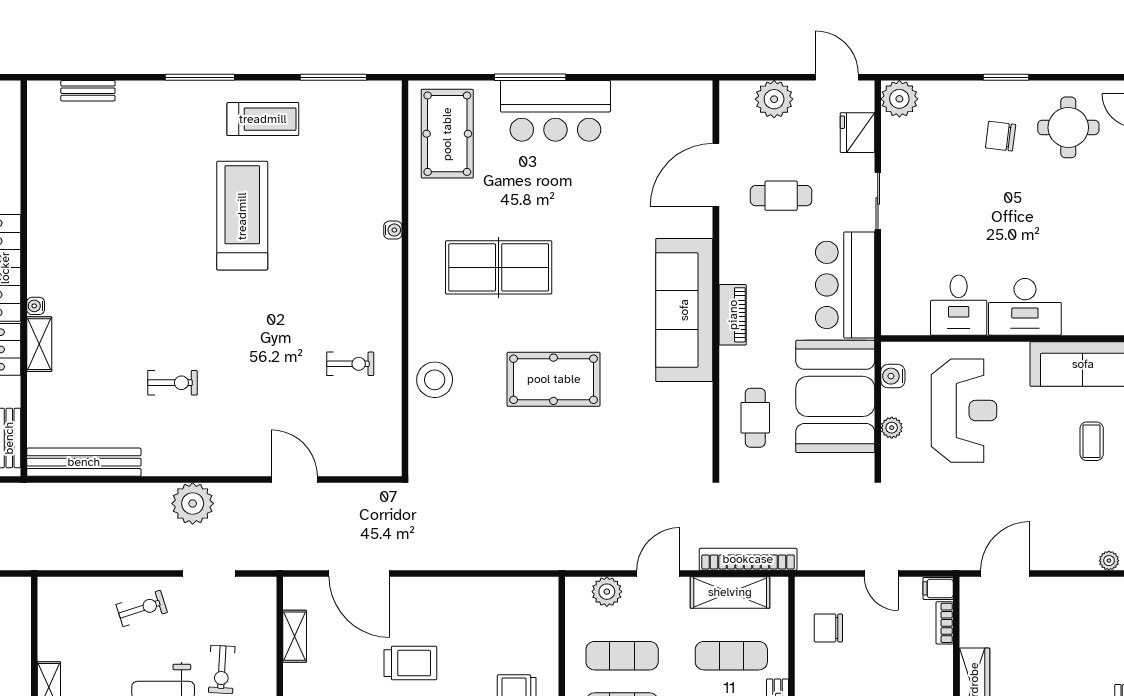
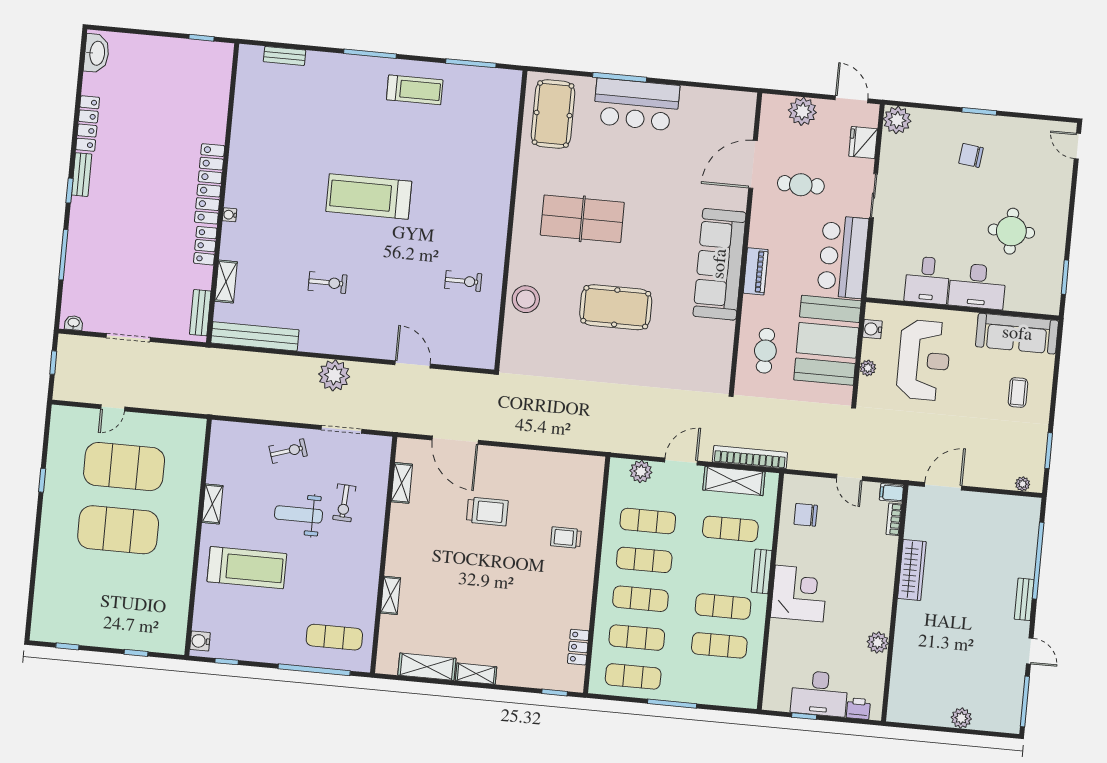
round table: (1068, 127) -> (1011, 231), moved
treadmill: (242, 216) -> (369, 196), moved, turned -90
water cooler: (393, 230) -> (505, 183), removed
shelving: (39, 344) -> (226, 282), moved

